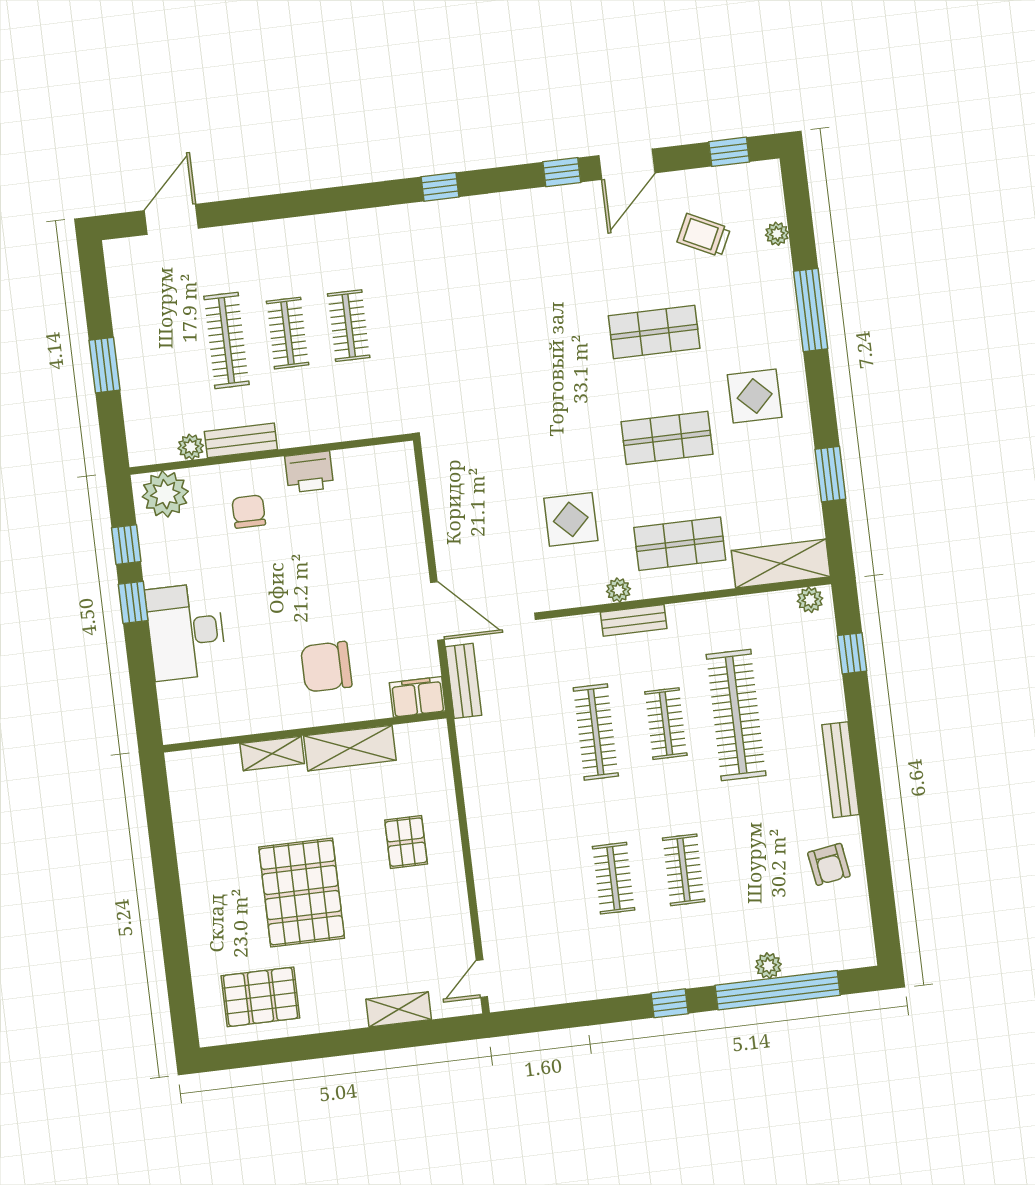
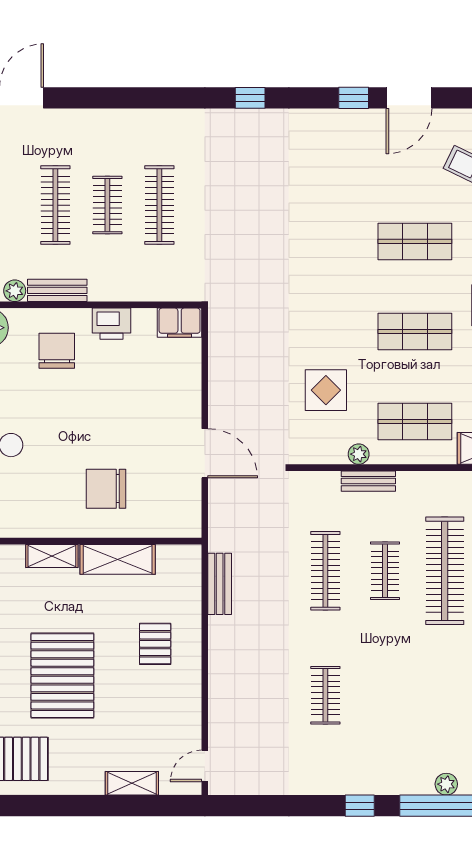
clothes rail: (349, 326) -> (159, 205), width x1.36
chair: (249, 512) -> (57, 351), width x1.37, depth x1.37
bench: (464, 681) -> (220, 584), moved
filing cabinet: (418, 697) -> (180, 323), moved, turned 180
clothes rail: (684, 870) -> (385, 695), removed

